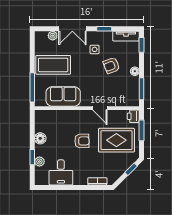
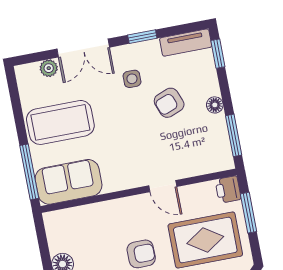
sofa: (63, 96) -> (69, 182), moved

